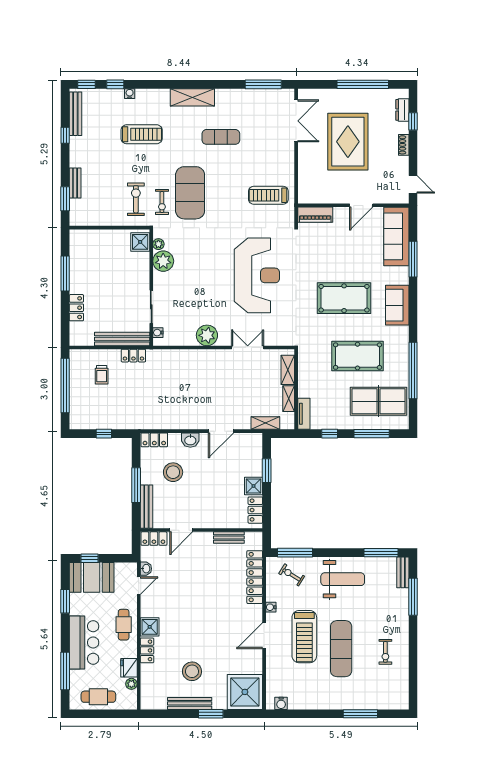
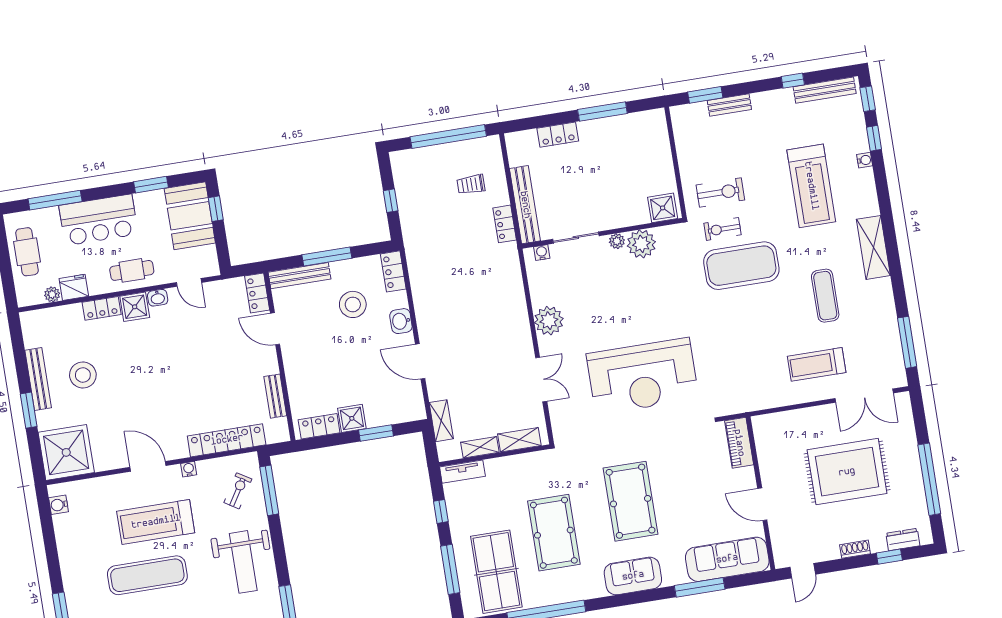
treadmill: (142, 134) -> (811, 186), width x1.37, depth x1.38
treadmill: (268, 195) -> (817, 364), moved, turned -90
plant: (158, 244) -> (617, 241), moved
washbasin: (146, 569) -> (158, 298), moved

